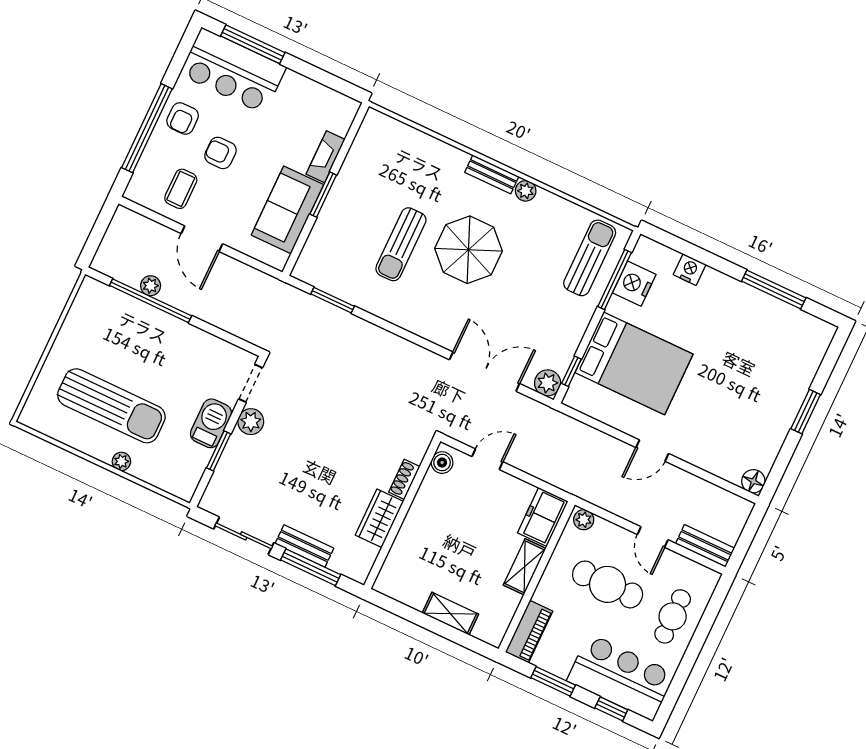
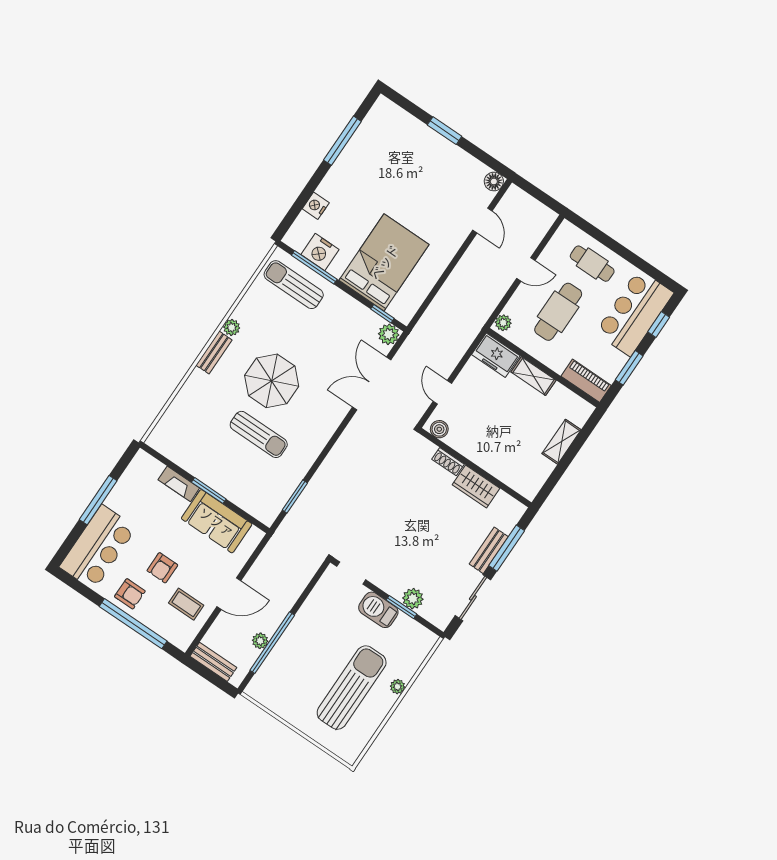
window: (253, 44) -> (98, 500), moved
plant: (251, 422) -> (413, 599), moved
door: (652, 451) -> (482, 220), moved
bench: (705, 546) -> (213, 662), moved, turned 90

